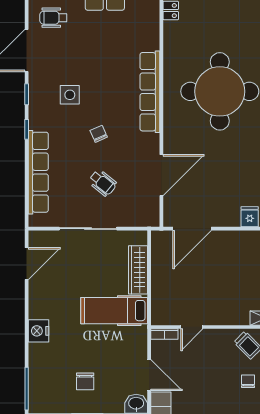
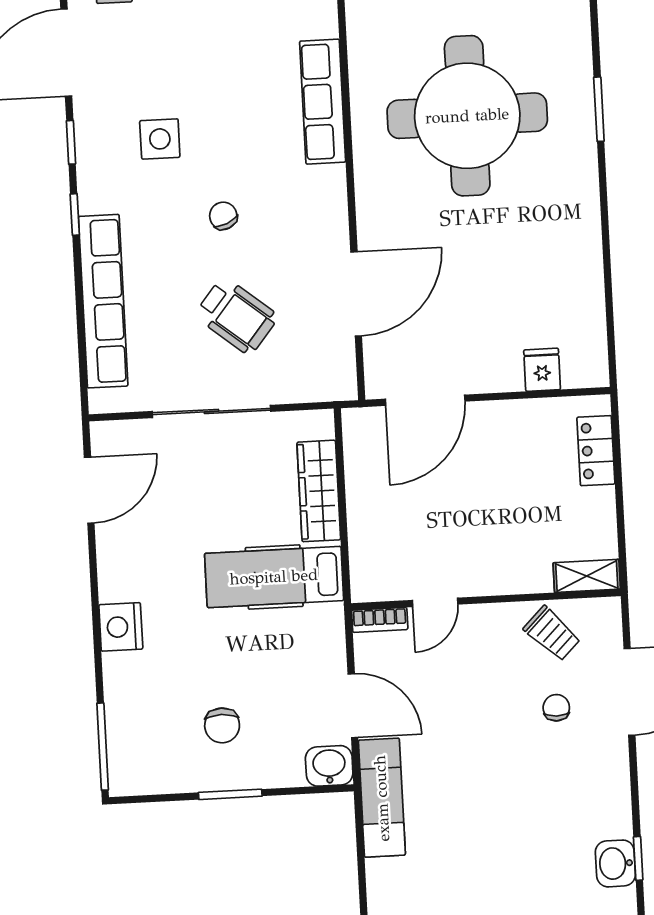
row of seats: (150, 92) -> (323, 102), width x0.73
wheelchair: (103, 183) -> (236, 316), width x1.36, depth x1.37

